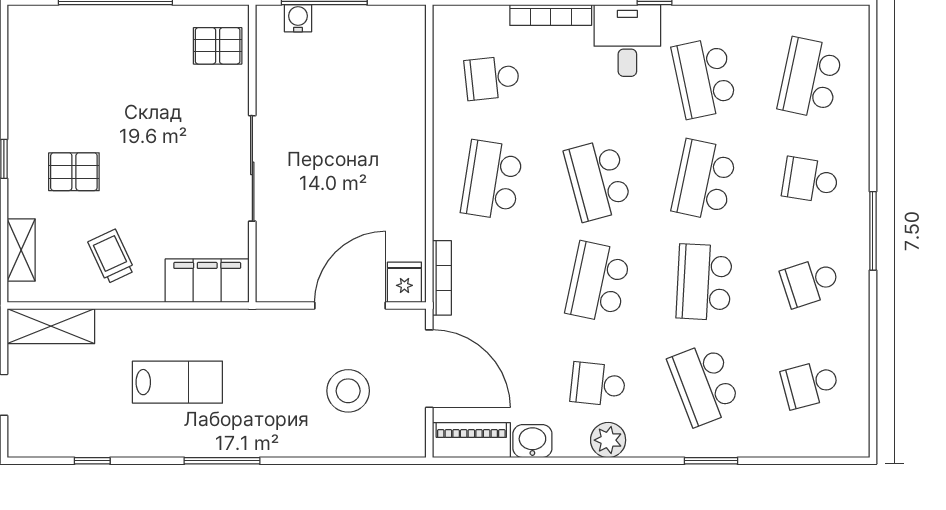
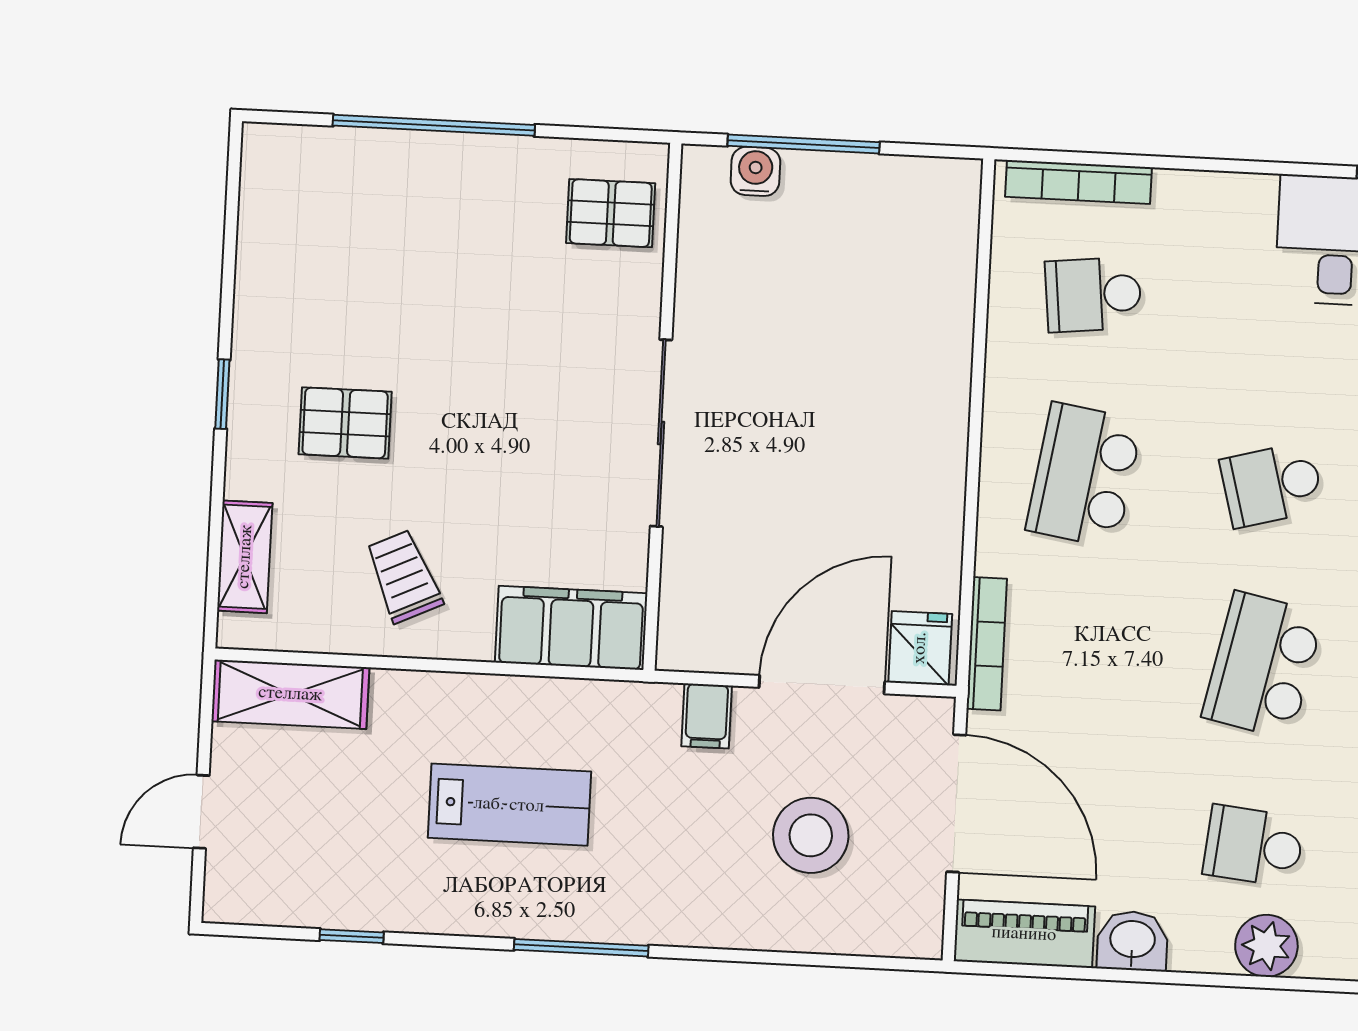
bookcase: (551, 15) -> (1079, 182), moved
school desk: (598, 180) -> (1272, 485), width x0.54
filing cabinet: (286, 326) -> (707, 716), added

